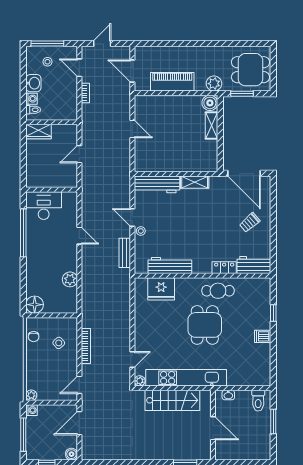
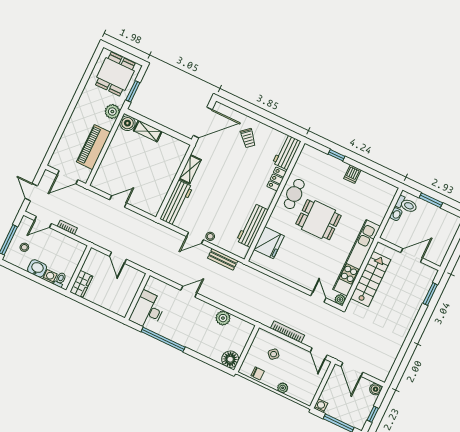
plant: (31, 395) -> (283, 388), moved
washbasin: (228, 395) -> (396, 214), moved

